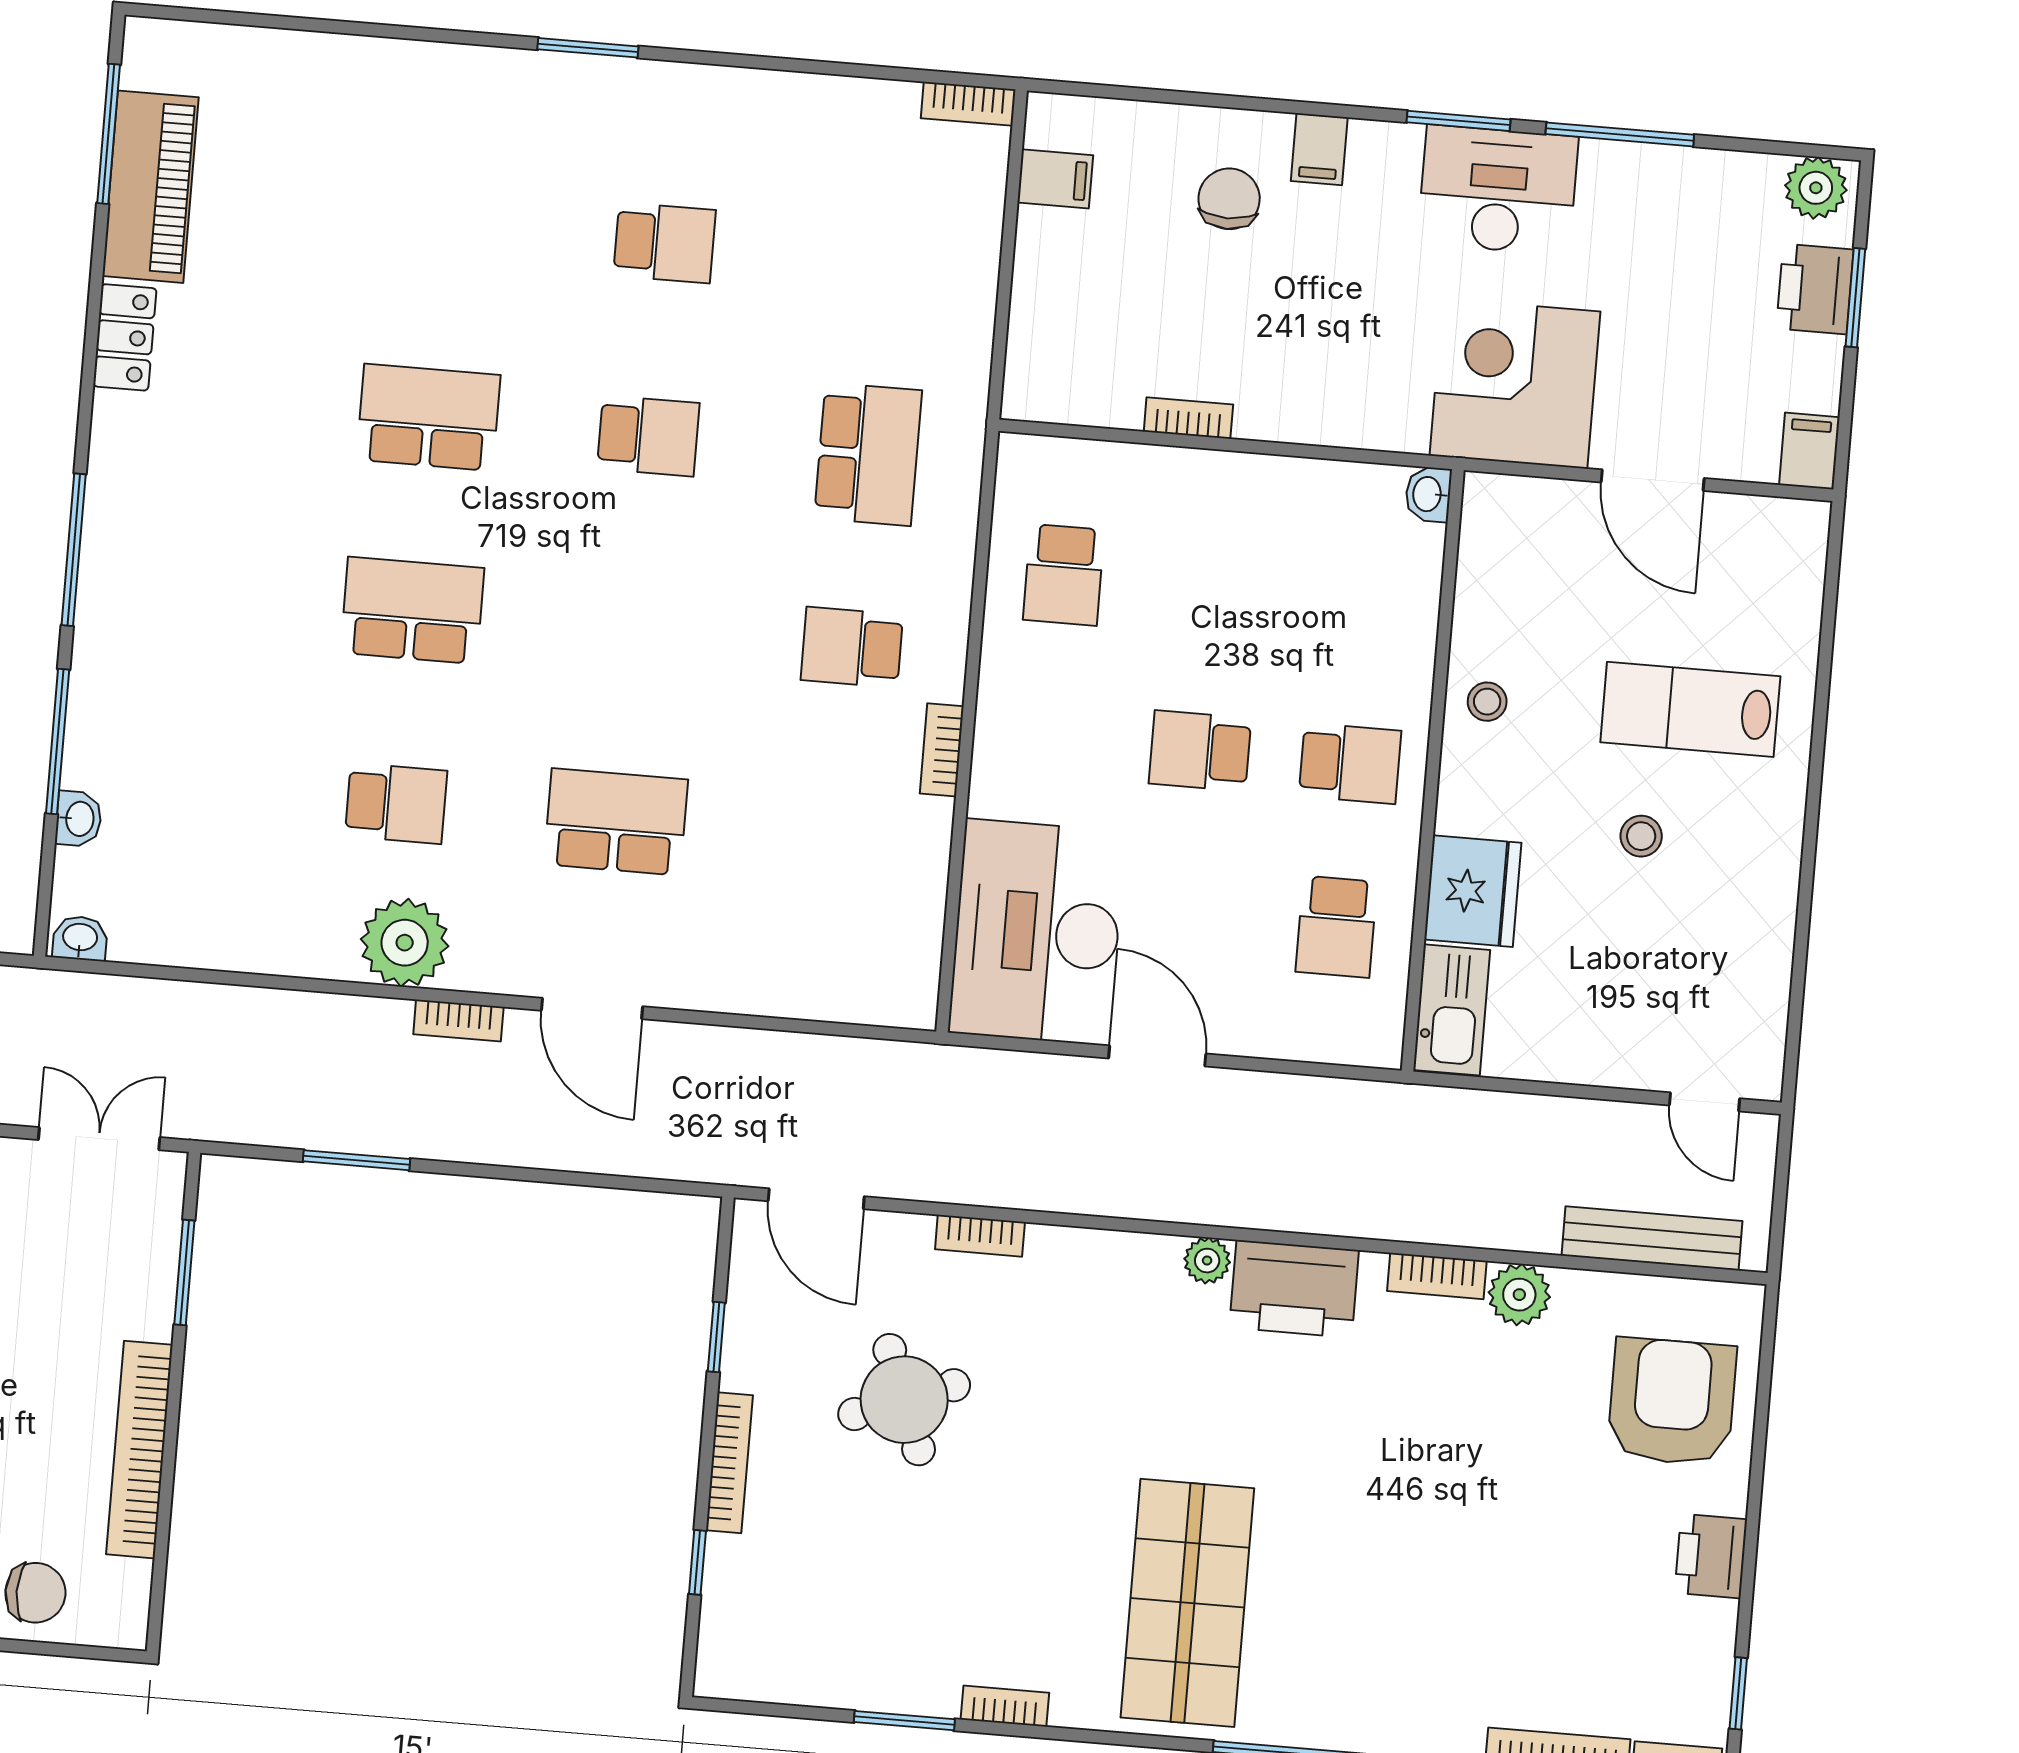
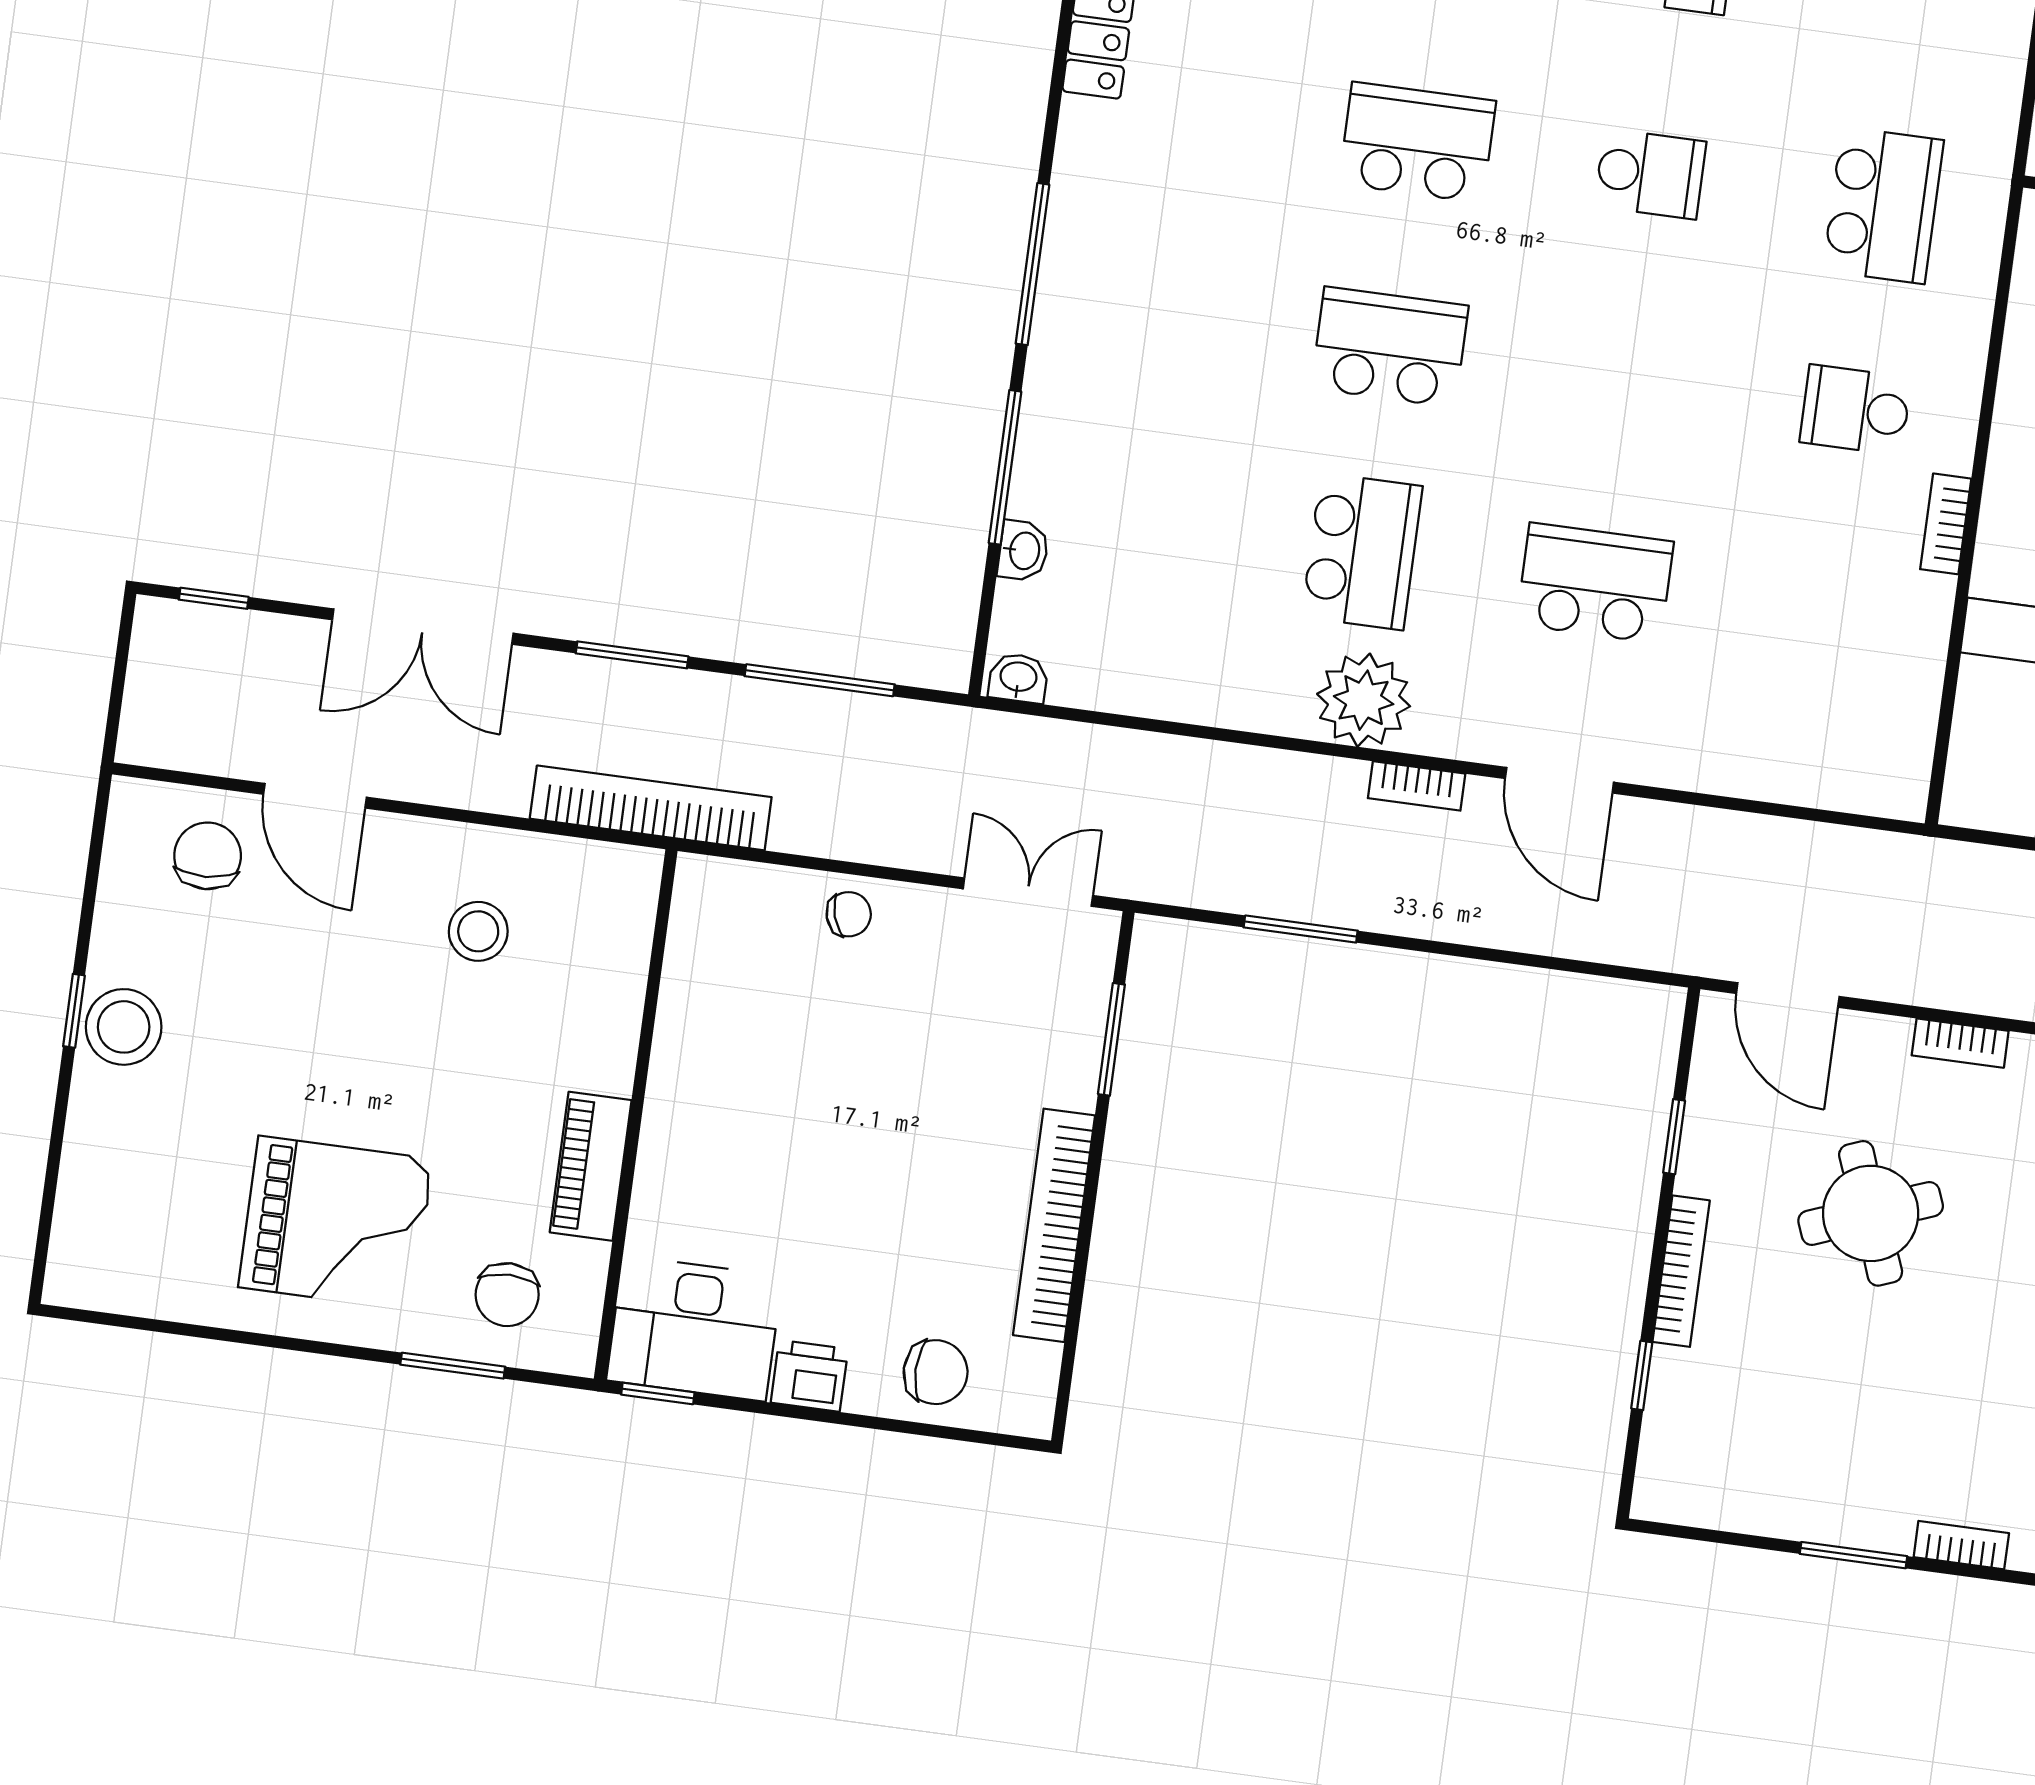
school desk: (396, 803) -> (1362, 551), width x1.85

